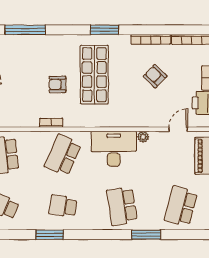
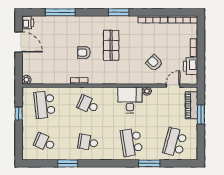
shop shelf: (94, 75) -> (111, 45), width x0.70, depth x0.74
armchair: (155, 76) -> (154, 63), moved
desk: (114, 149) -> (130, 100), width x0.73
school desk: (63, 155) -> (88, 105), width x0.54
window: (50, 235) -> (68, 163), moved

